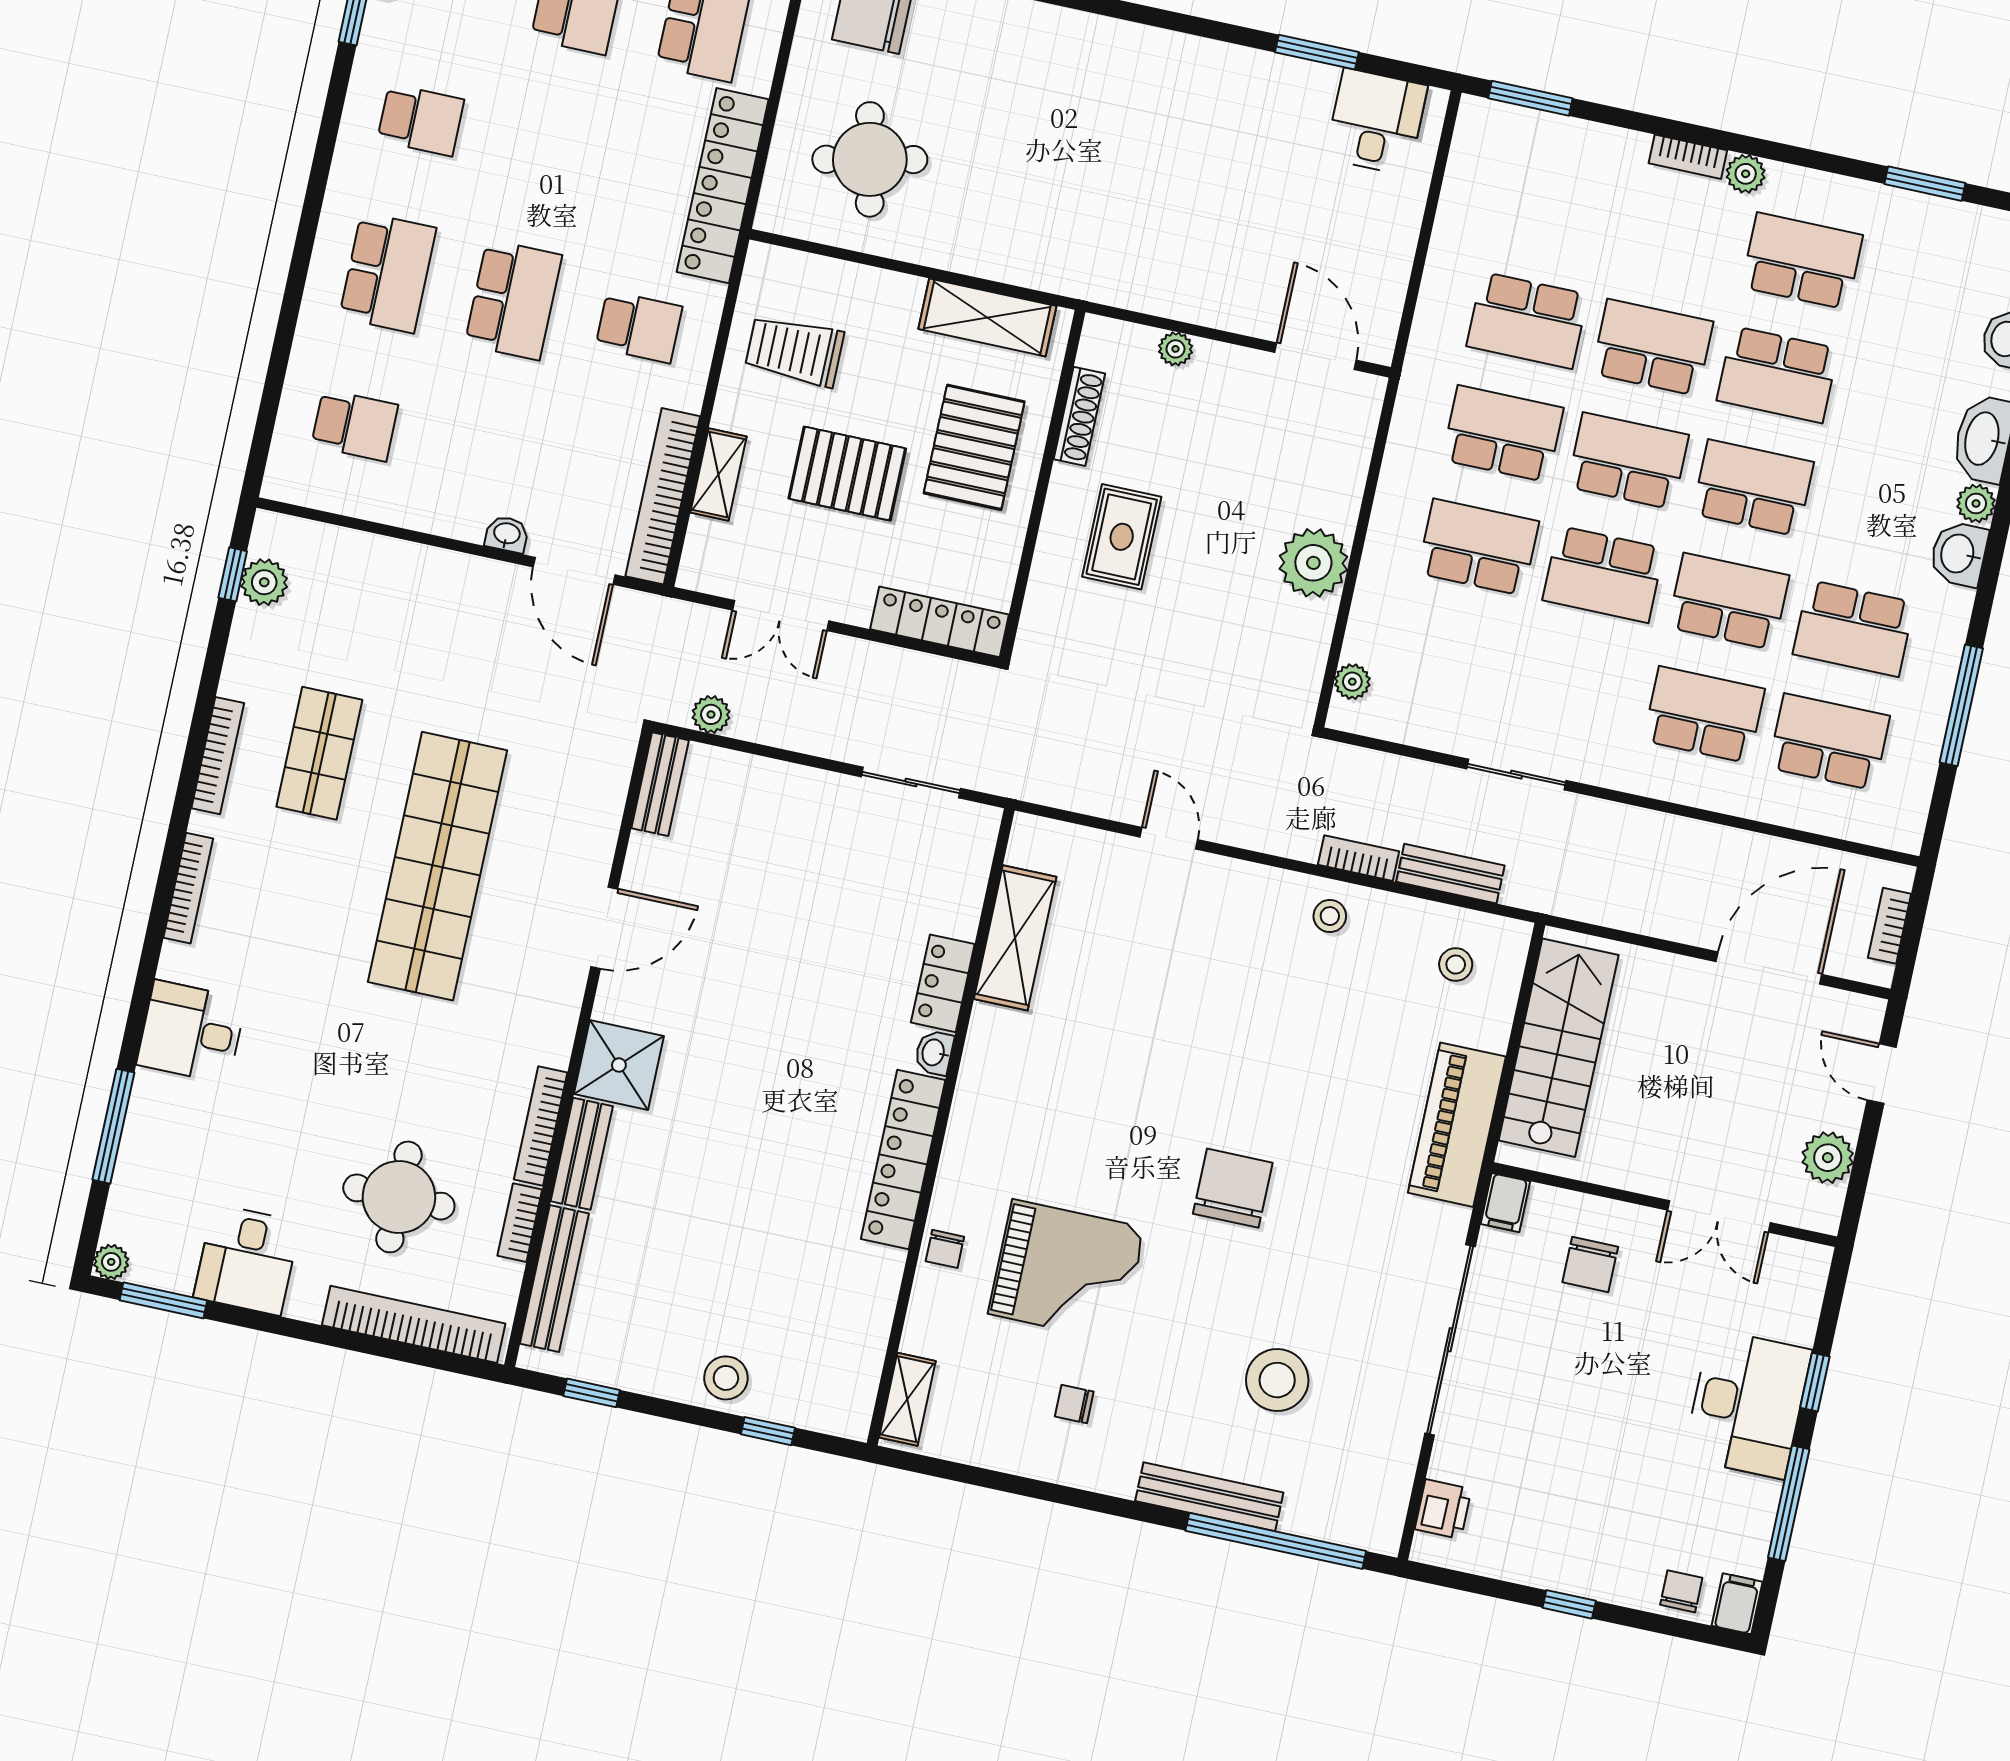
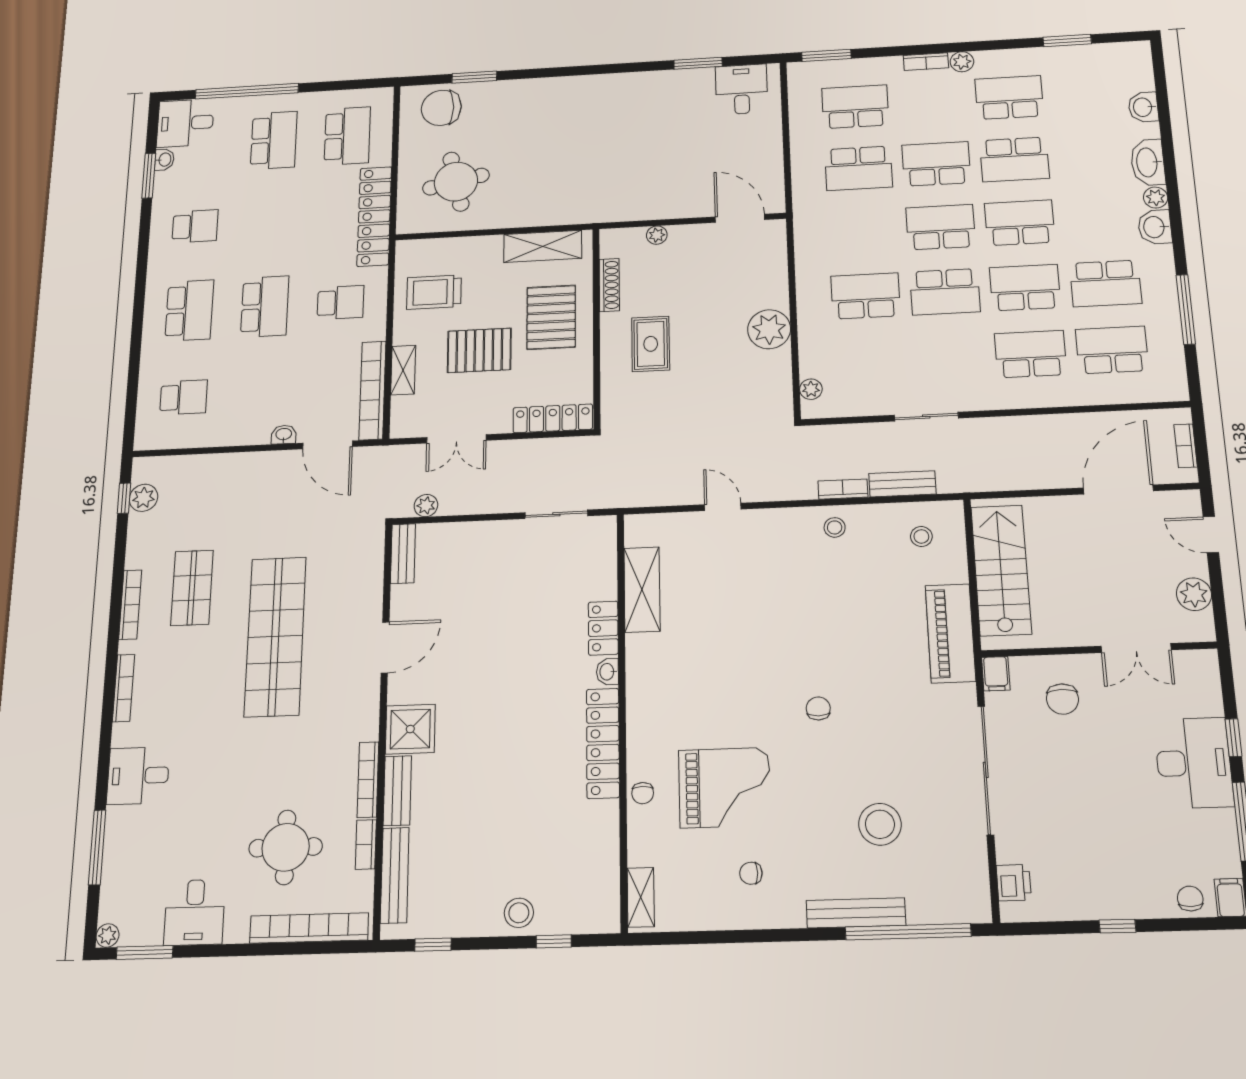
school desk: (1503, 434) -> (855, 107), moved
chair: (1233, 1188) -> (818, 708), width x0.54, depth x0.54

